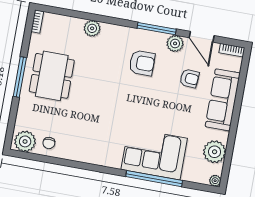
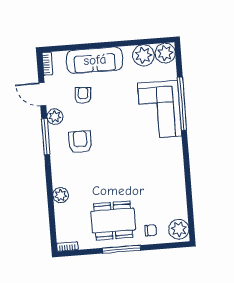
door: (202, 37) -> (42, 94), swing flipped
chair: (49, 143) -> (151, 230), moved
plant: (215, 181) -> (165, 53), width x1.87, depth x1.87

